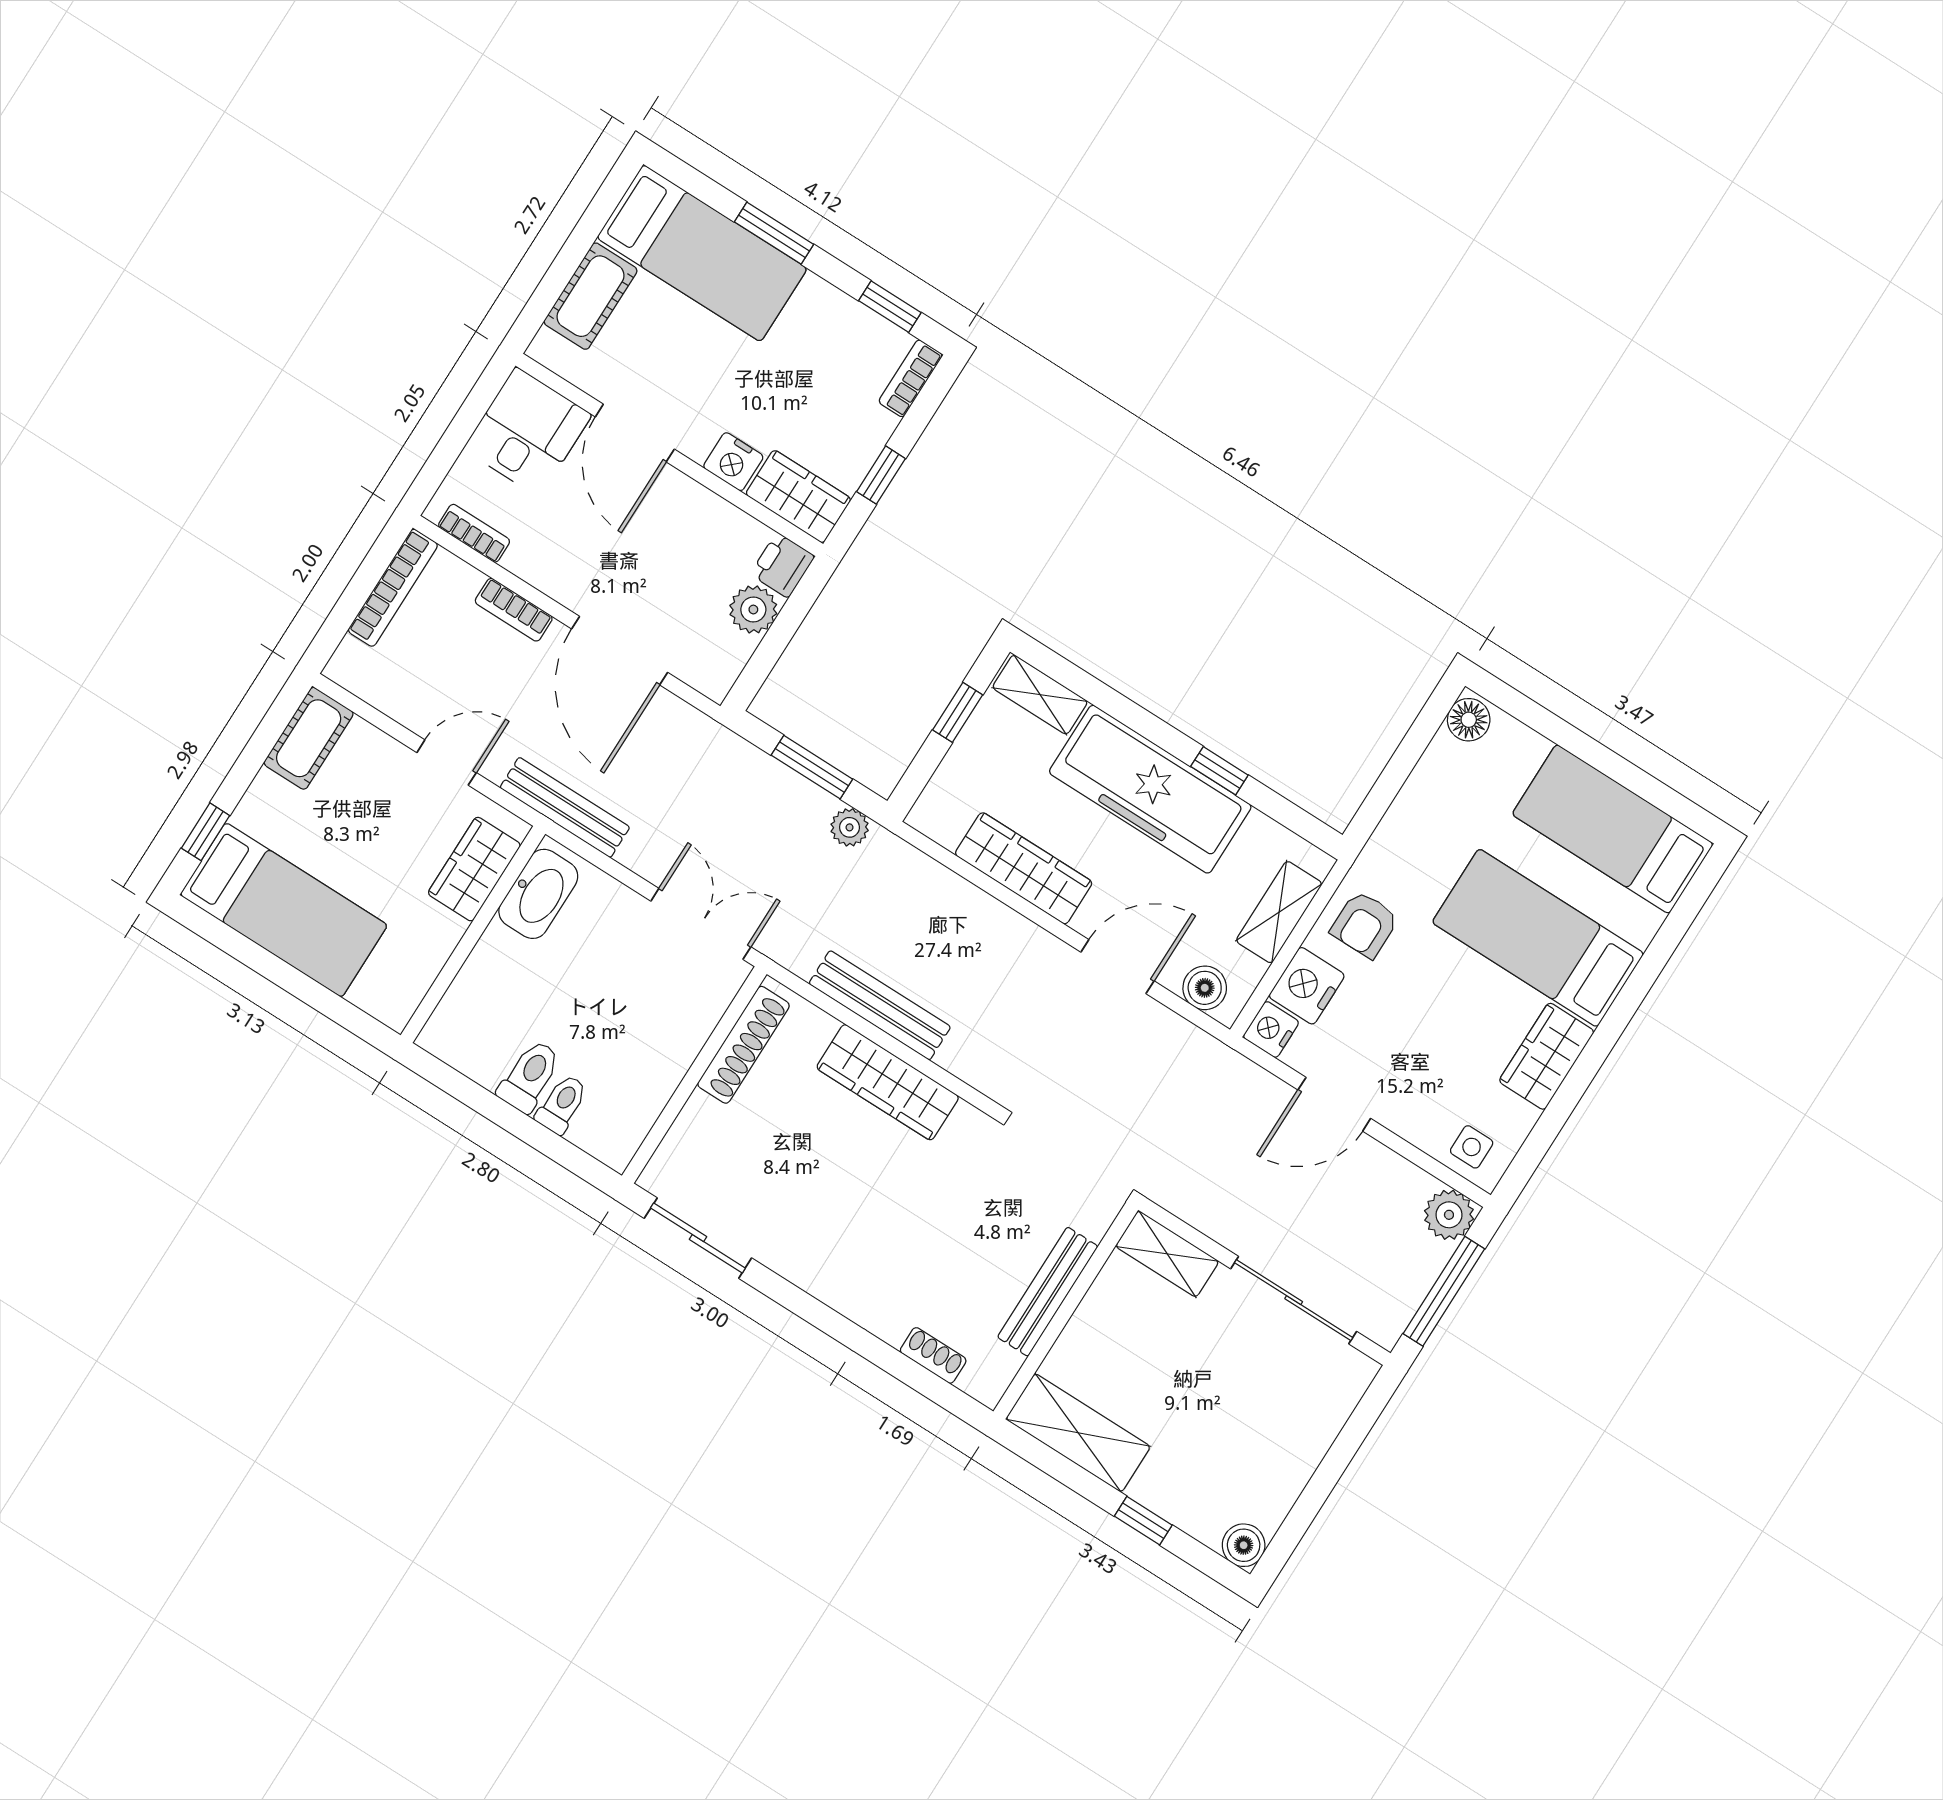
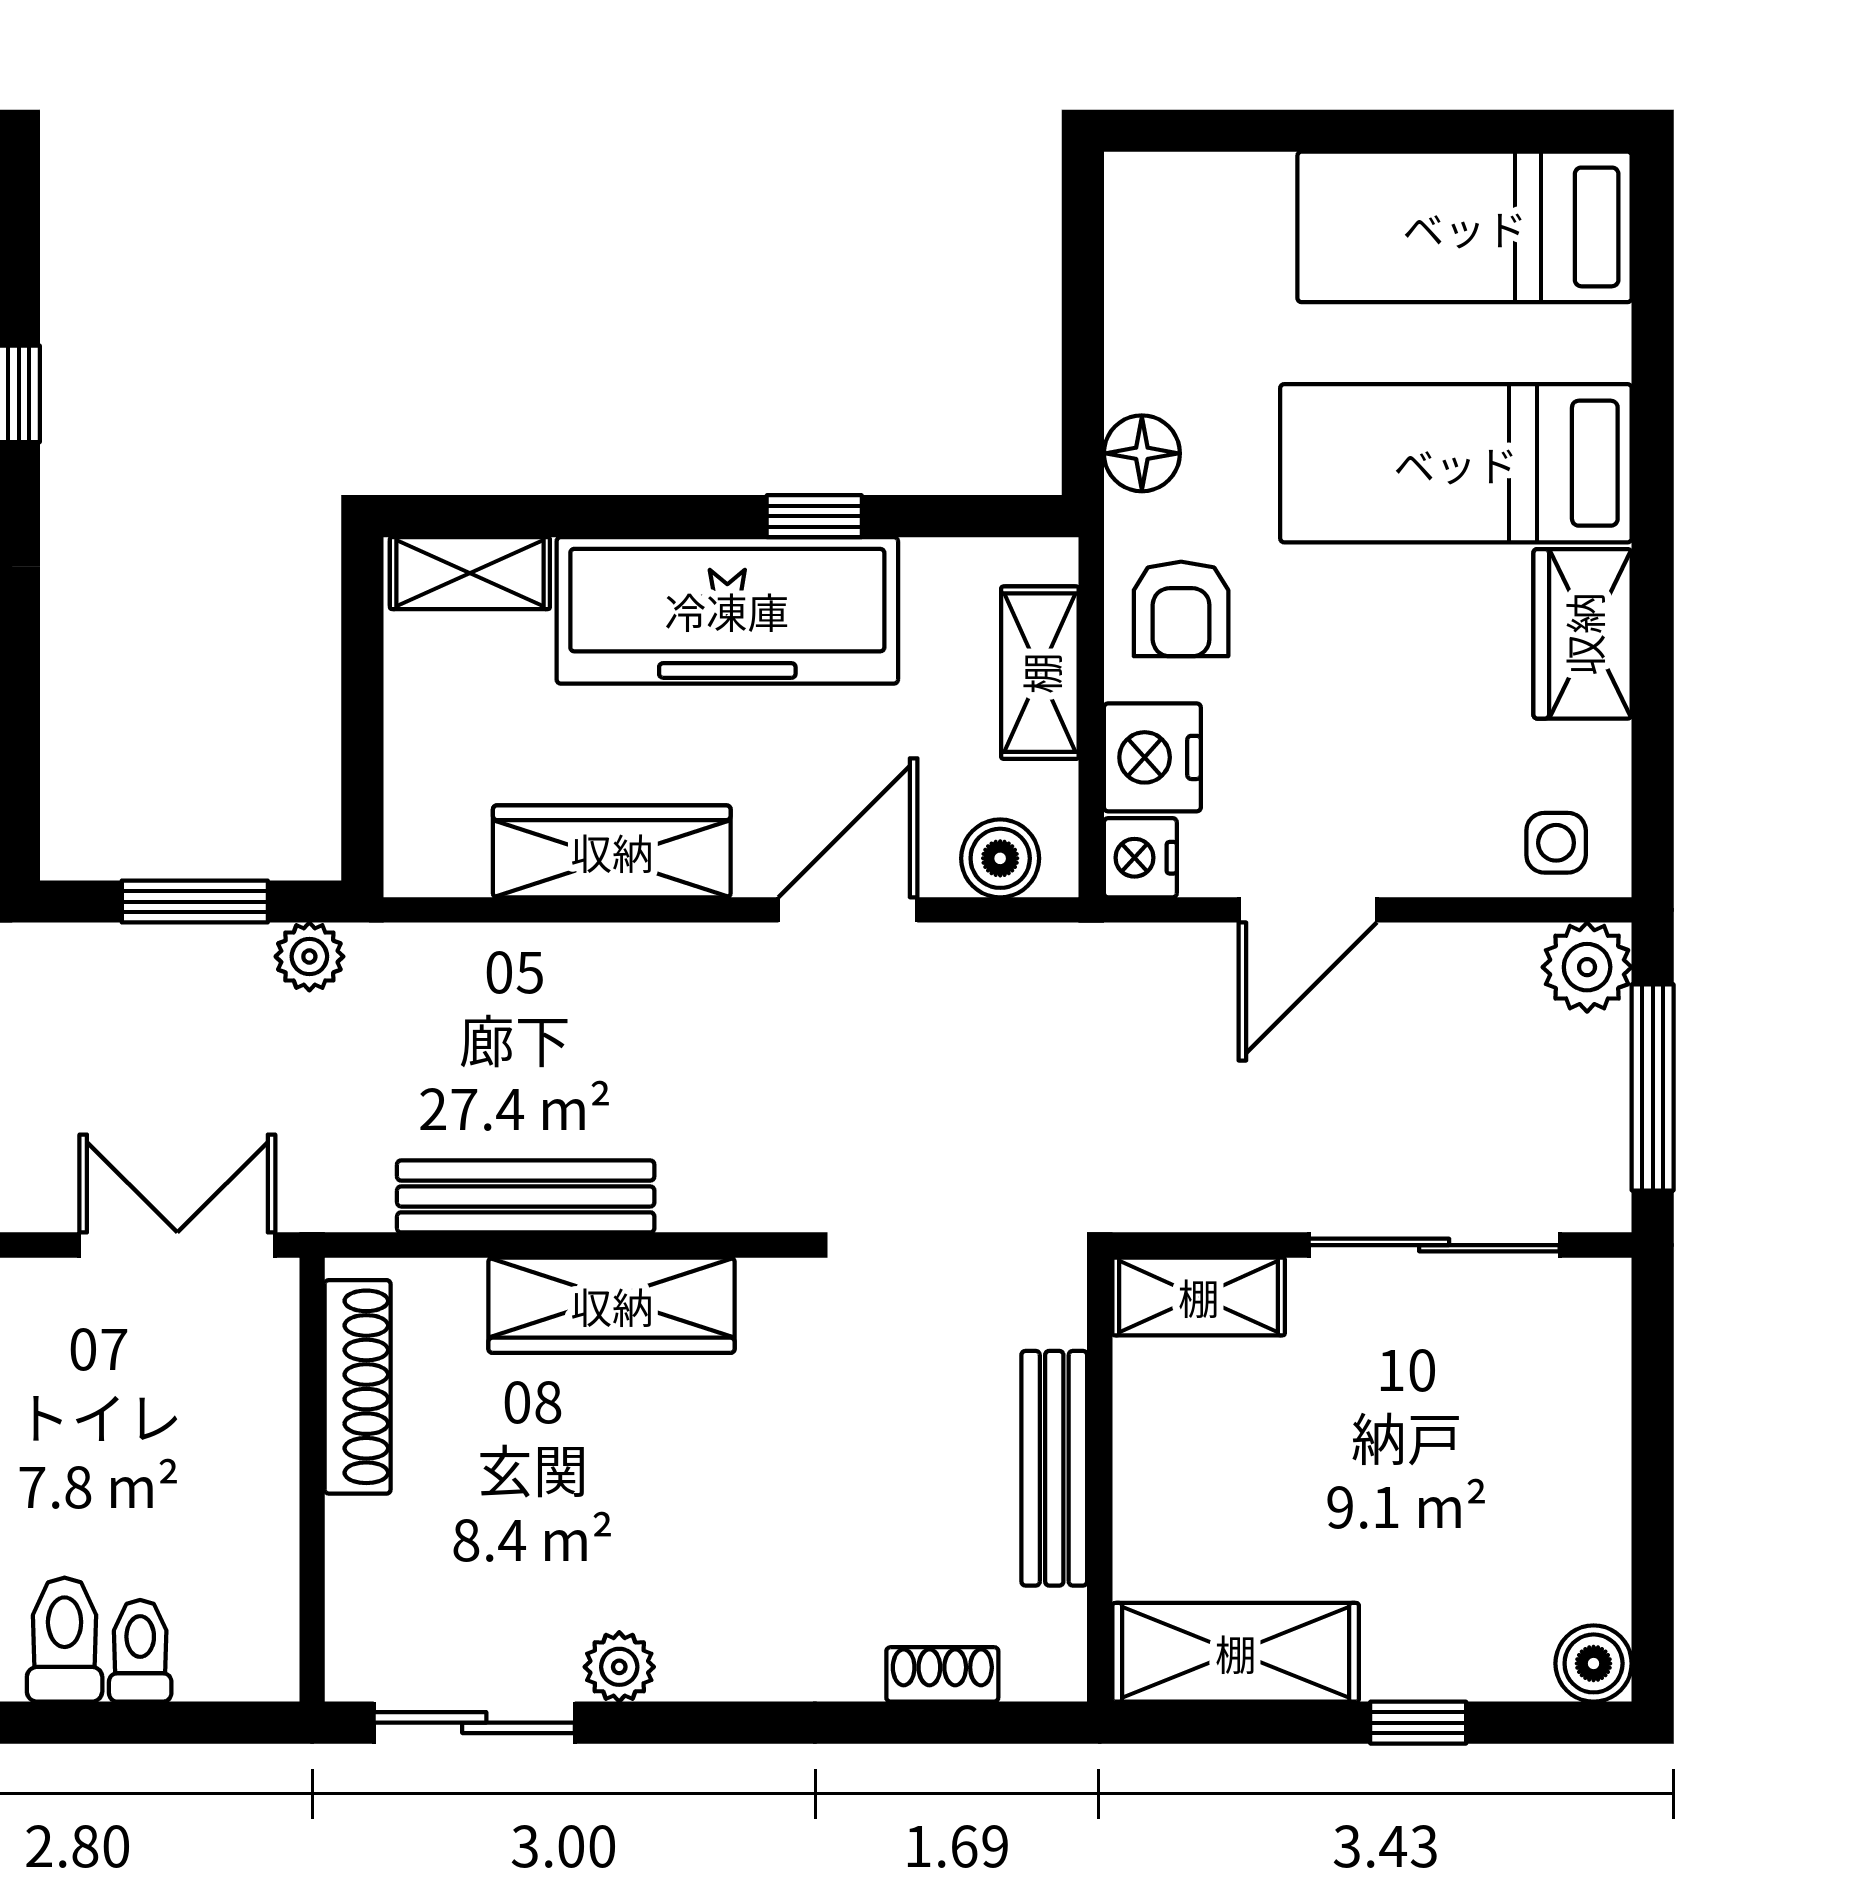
window: (958, 712) -> (362, 679), removed
floor lamp: (1469, 720) -> (1142, 453), moved
plant: (783, 1255) -> (619, 1667), added

